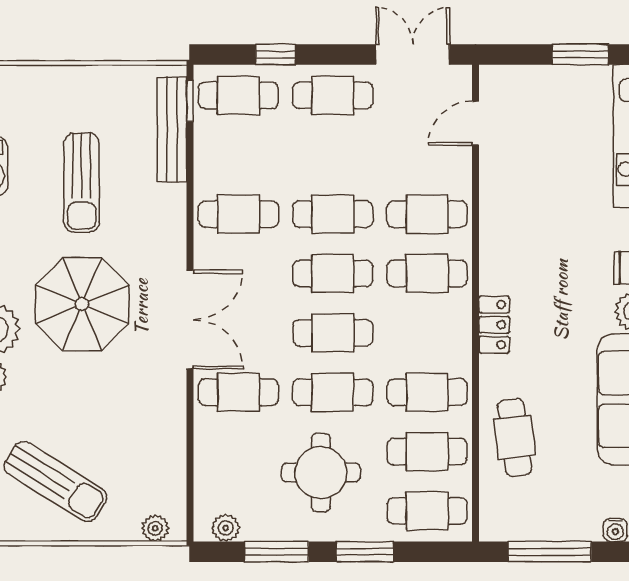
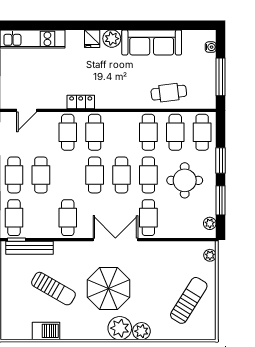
door: (476, 123) -> (27, 110), hinge flipped
sun lounger: (82, 183) -> (53, 289), turned 30
cafe table: (333, 214) -> (41, 175), moved
locker: (494, 325) -> (81, 102), moved

